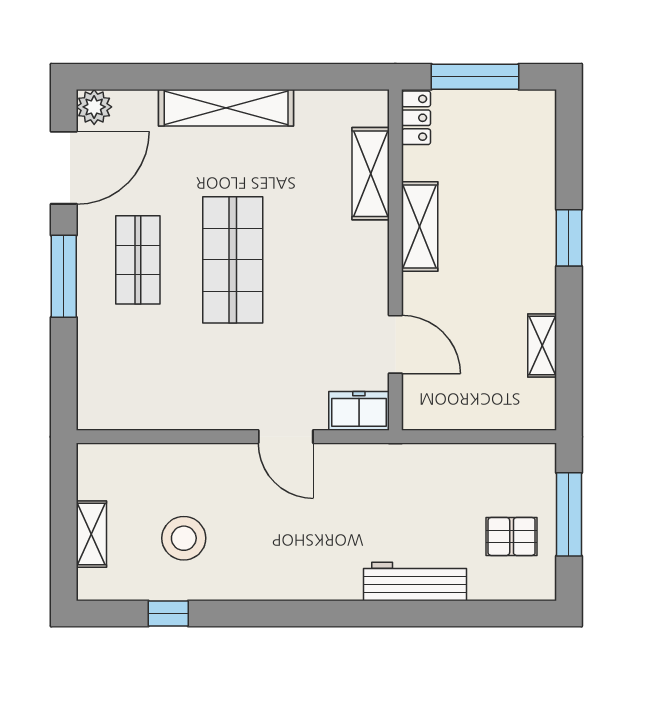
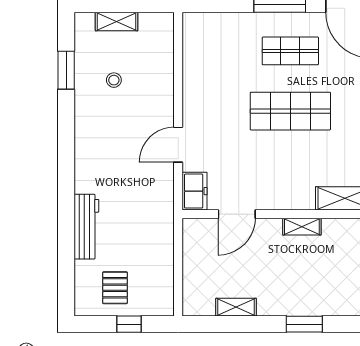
shelving: (420, 227) -> (302, 227), width x0.67, depth x0.75
window: (569, 514) -> (129, 324), width x0.46
stool: (184, 538) -> (114, 80), width x0.53, depth x0.53
window: (168, 613) -> (66, 70), width x1.50

